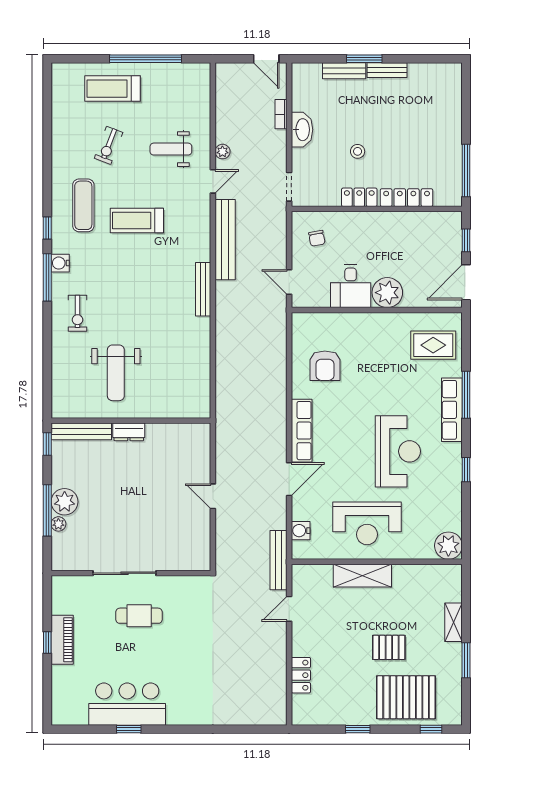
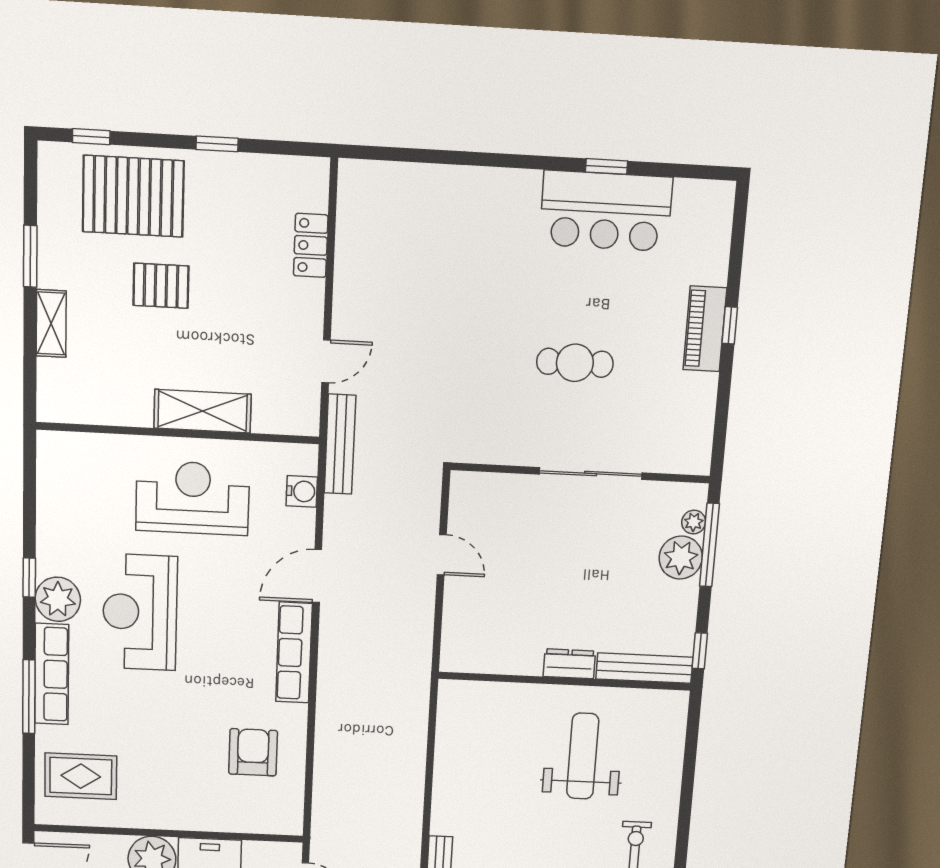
plant: (448, 546) -> (58, 599), moved
sliding door: (124, 573) -> (591, 474), moved
wall: (131, 573) -> (580, 473), moved

